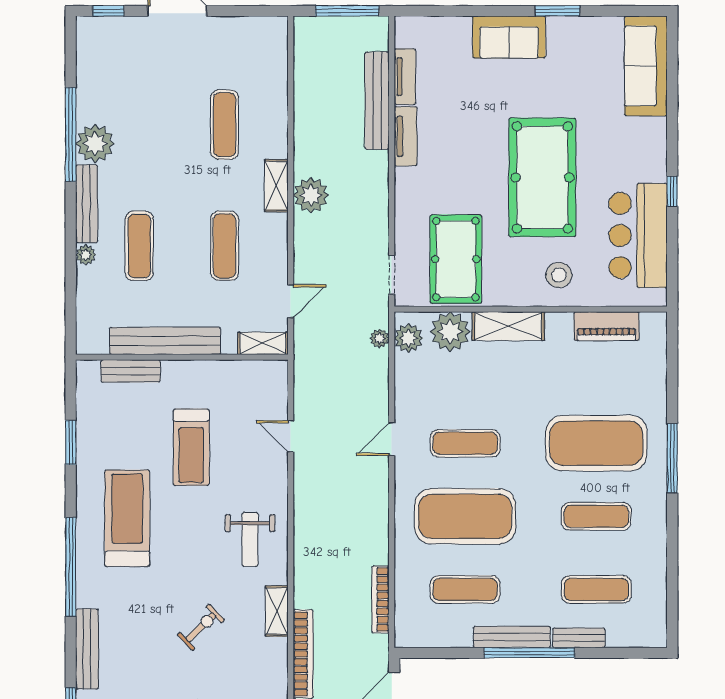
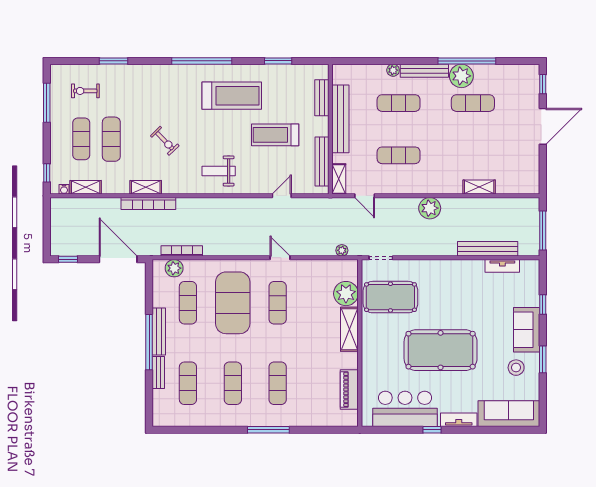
window: (468, 11) -> (543, 305), added
exercise mat: (225, 125) -> (473, 103), moved
tv unit: (406, 136) -> (459, 420), moved, turned 180
shelving: (276, 186) -> (479, 187), moved
stool: (559, 275) -> (516, 368), moved
plant: (409, 338) -> (174, 268), moved
exercise mat: (596, 443) -> (278, 383), width x0.50, depth x0.69
shelving: (277, 611) -> (146, 187), moved
bench: (87, 649) -> (322, 161), moved, turned 90

